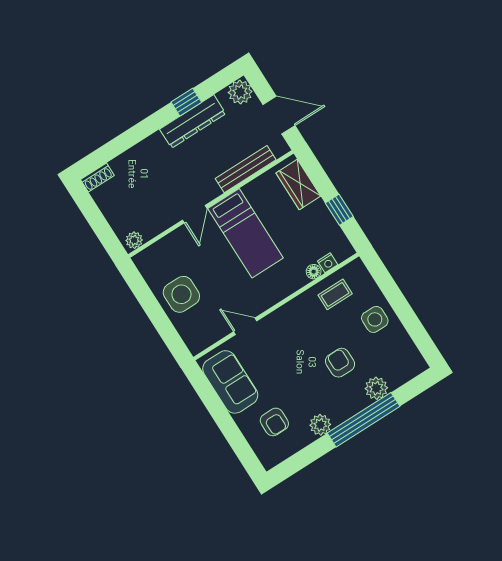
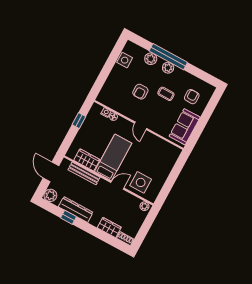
wardrobe: (131, 161) -> (109, 228), added
wardrobe: (298, 184) -> (87, 160), moved, turned -90
side table: (181, 294) -> (141, 182), moved
coffee table: (335, 294) -> (166, 94), moved
side table: (375, 319) -> (125, 60), moved
door: (245, 326) -> (141, 126), moved
armchair: (340, 363) -> (140, 92), moved
plant: (320, 425) -> (168, 68), moved

